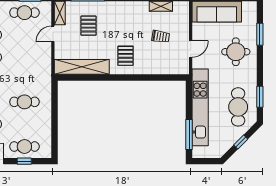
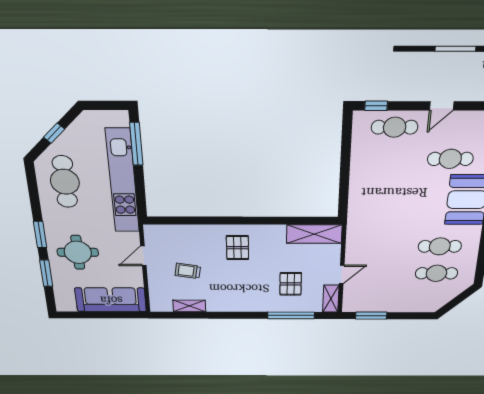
cafe table: (24, 13) -> (380, 299), removed
shelving: (82, 67) -> (314, 234), width x0.68
window: (260, 97) -> (40, 234), moved
cafe table: (24, 102) -> (389, 189), removed
window: (24, 161) -> (376, 106), moved

